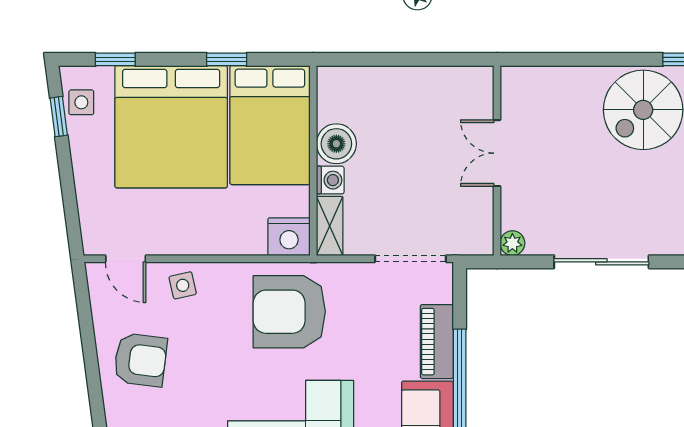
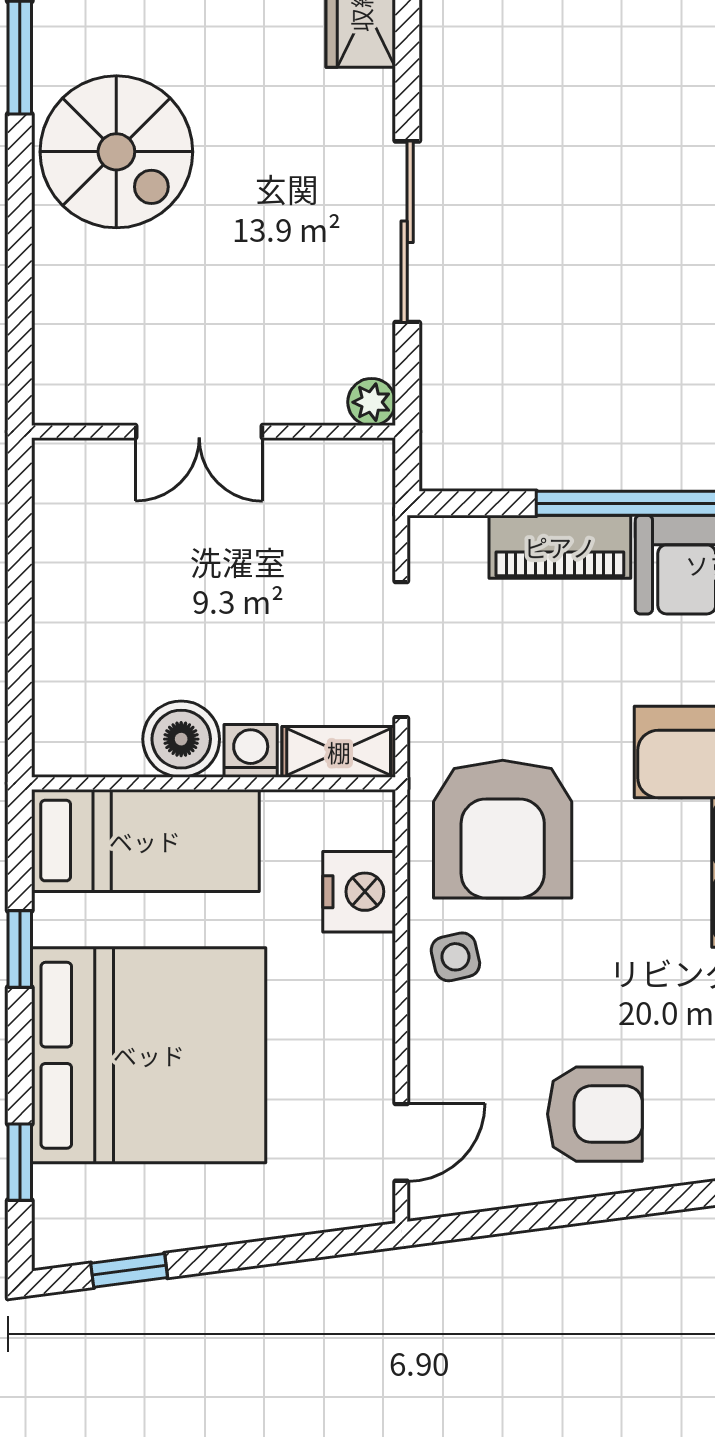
side table: (81, 102) -> (102, 1227), removed
bed: (270, 125) -> (145, 841), width x0.67
nightstand: (289, 237) -> (359, 892), moved
doorway: (411, 259) -> (401, 650), moved
side table: (183, 285) -> (455, 957), moved
armchair: (140, 360) -> (595, 1114), turned 83

